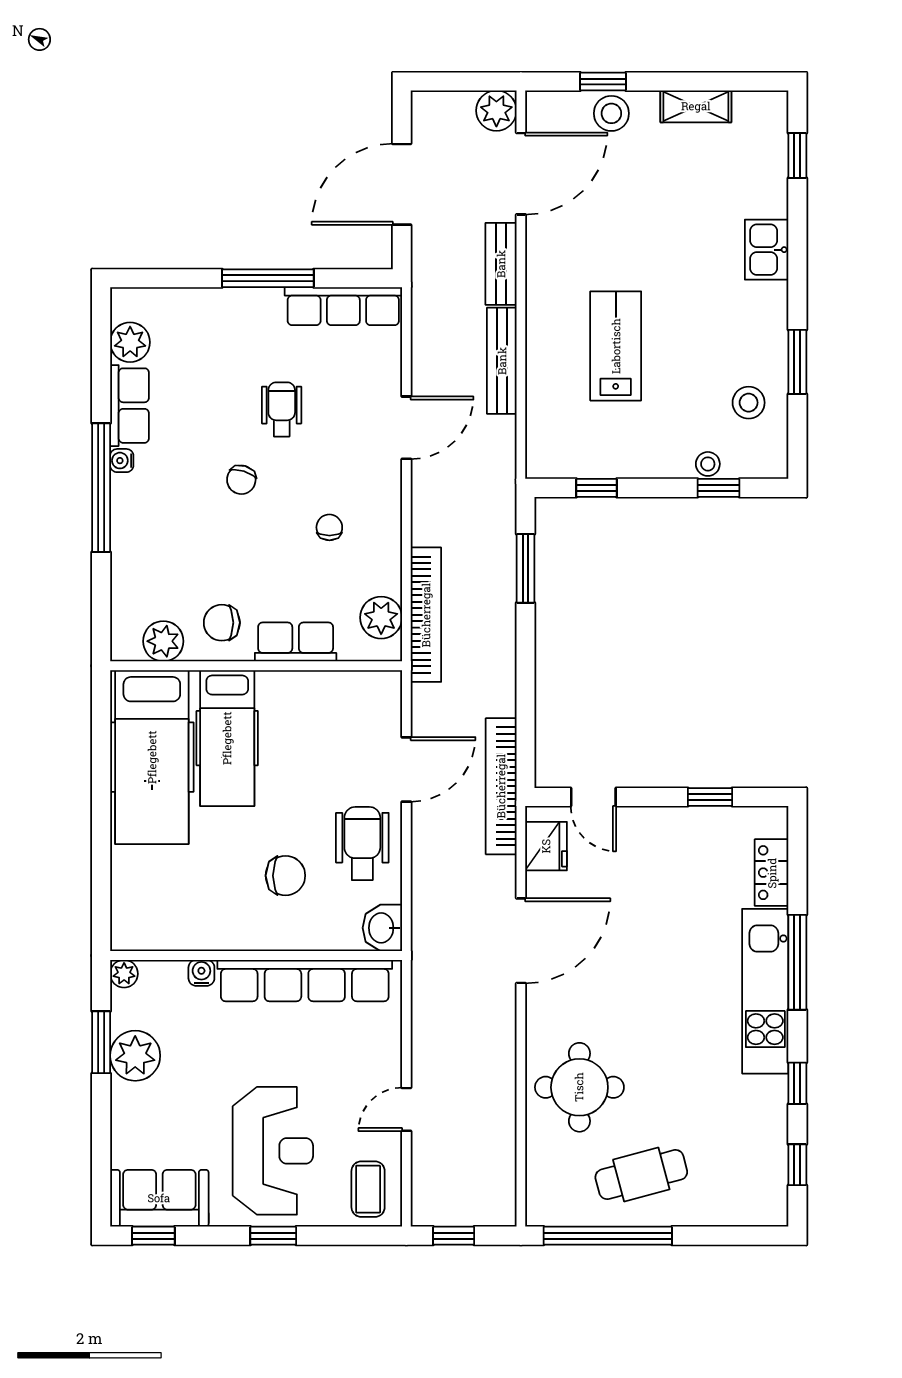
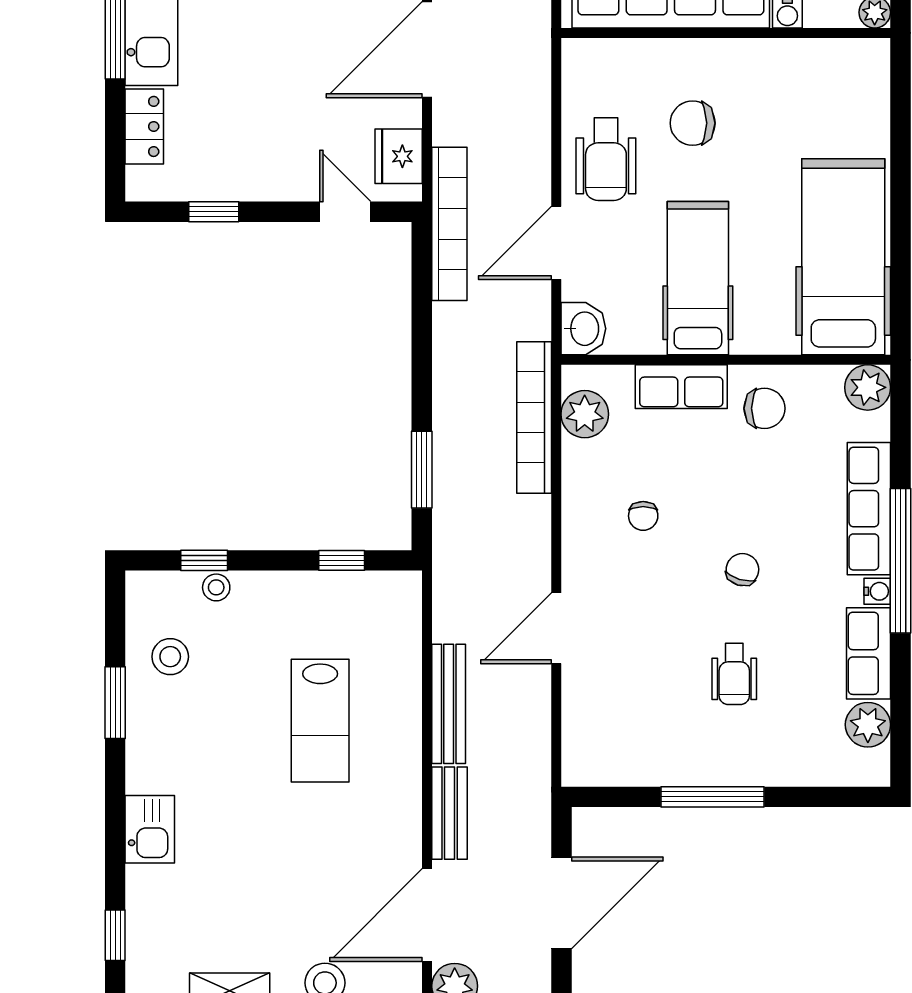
row of seats: (343, 306) -> (869, 509), moved, turned -90
wheelchair: (282, 409) -> (734, 674), moved
plant: (163, 641) -> (868, 387), moved
hospital bed: (227, 738) -> (698, 278), moved
washbasin: (382, 928) -> (583, 329), moved

